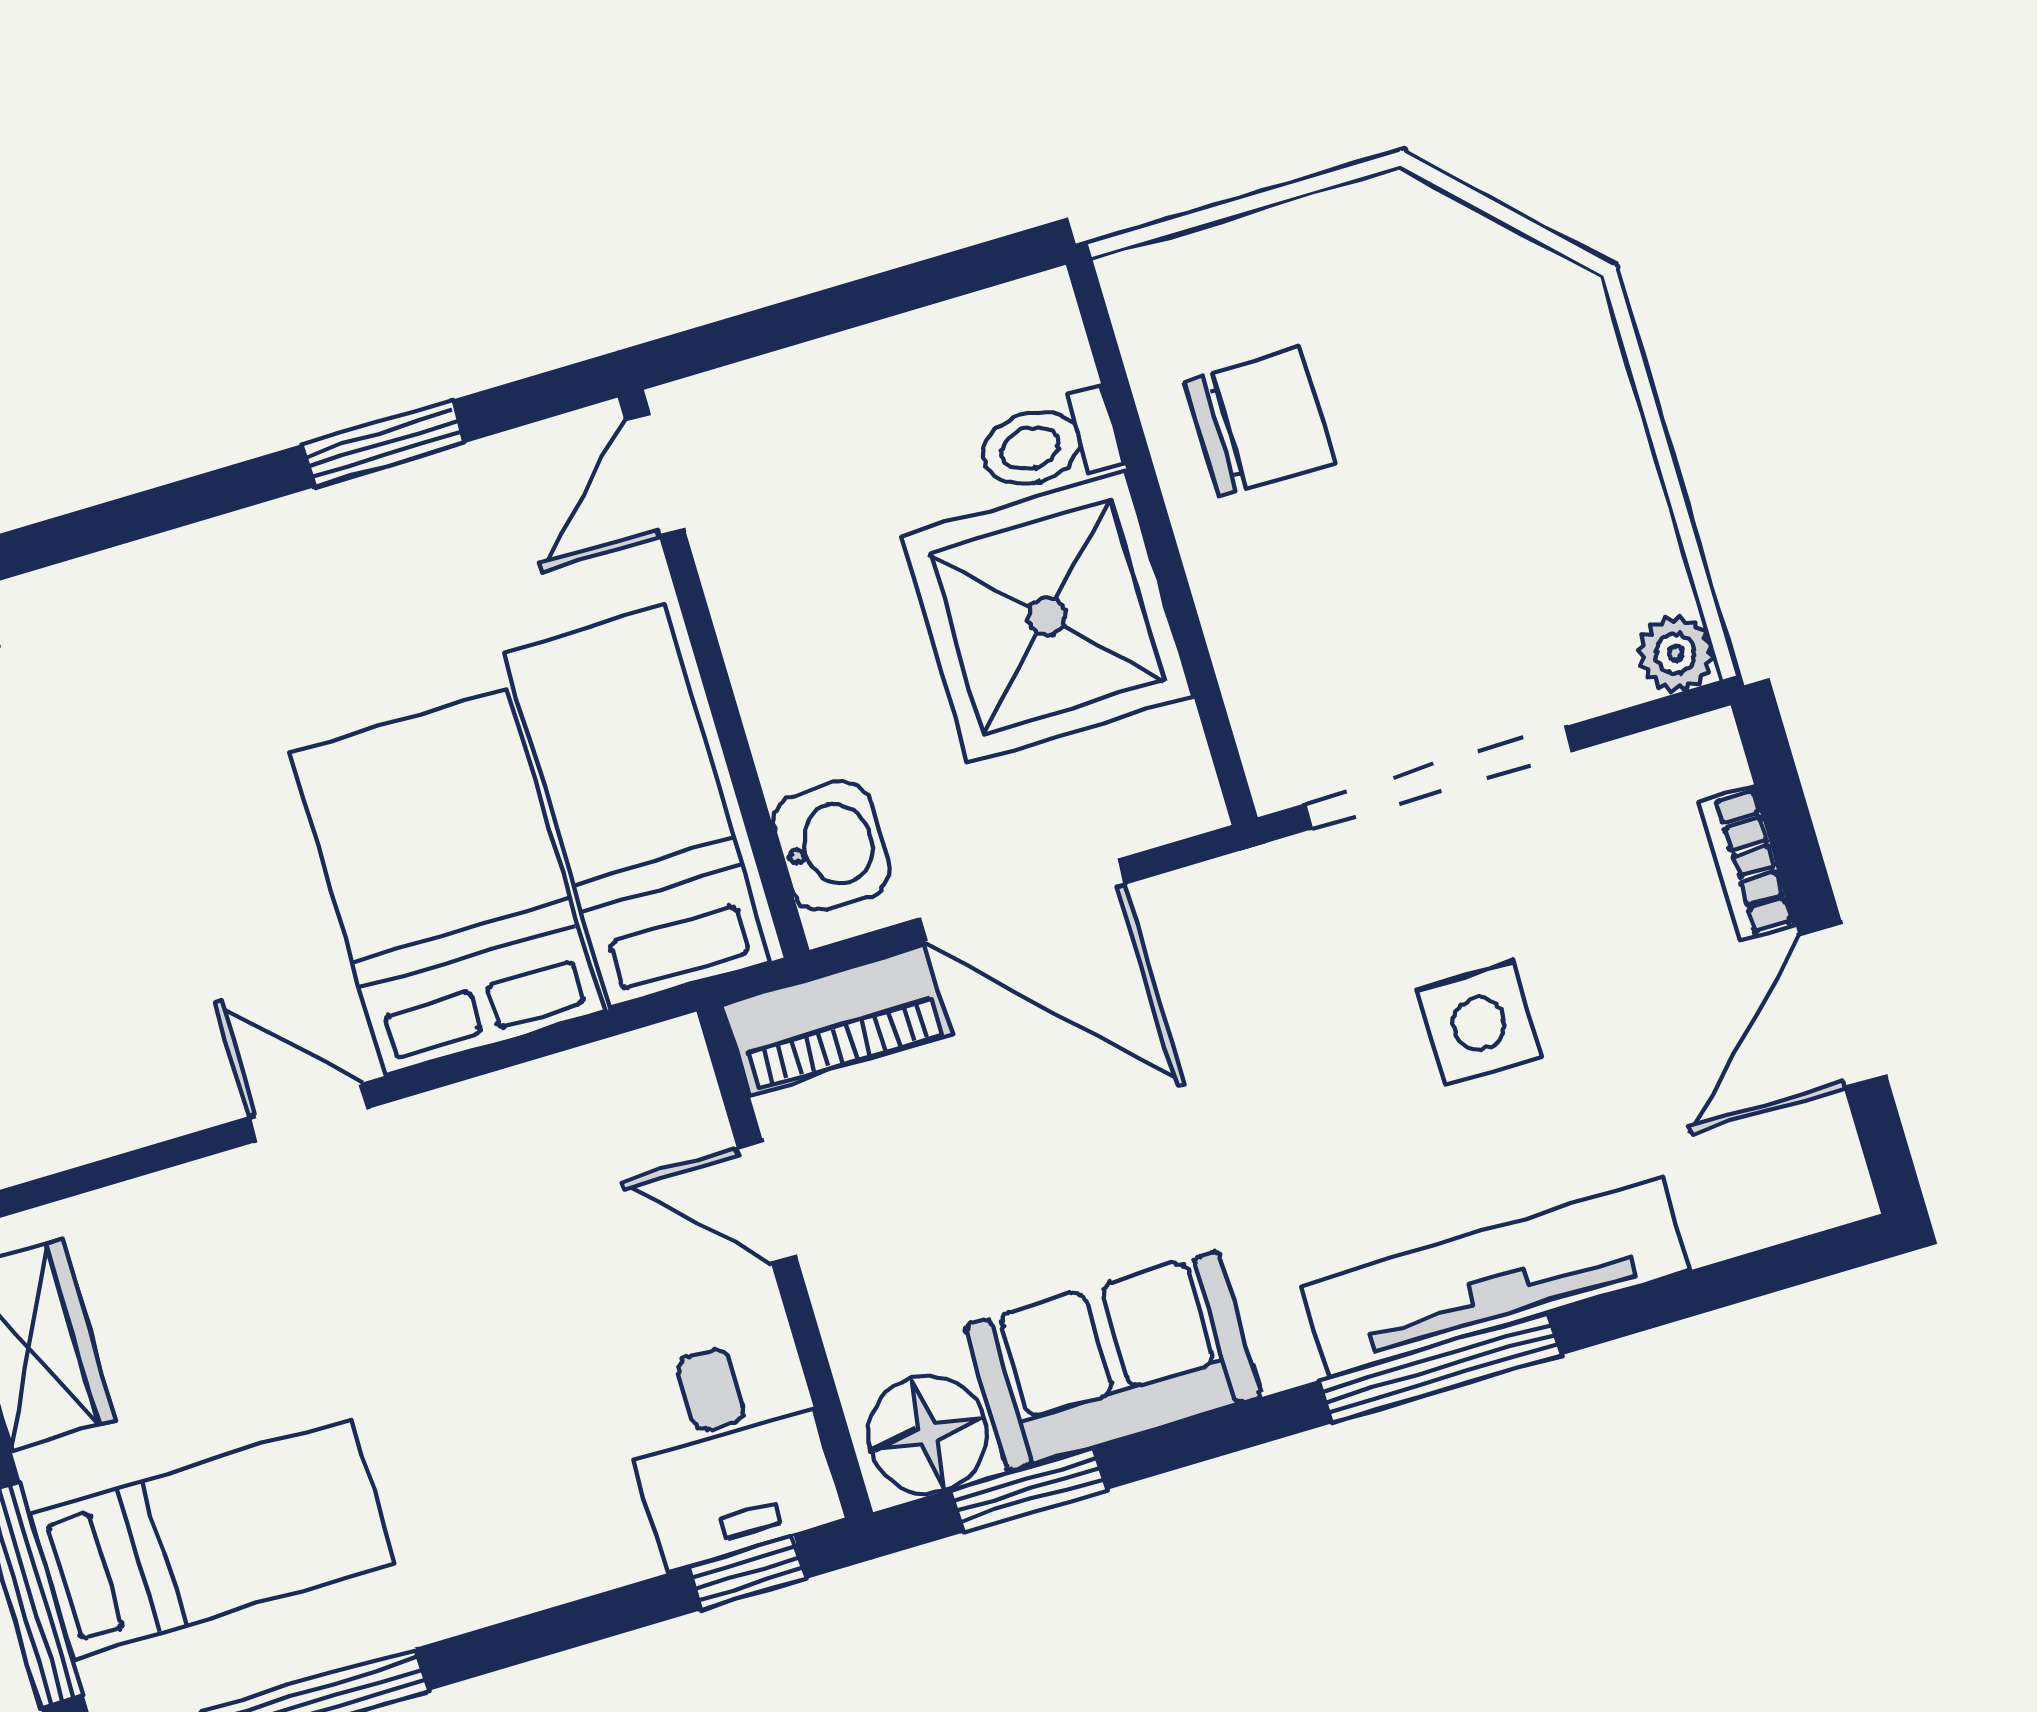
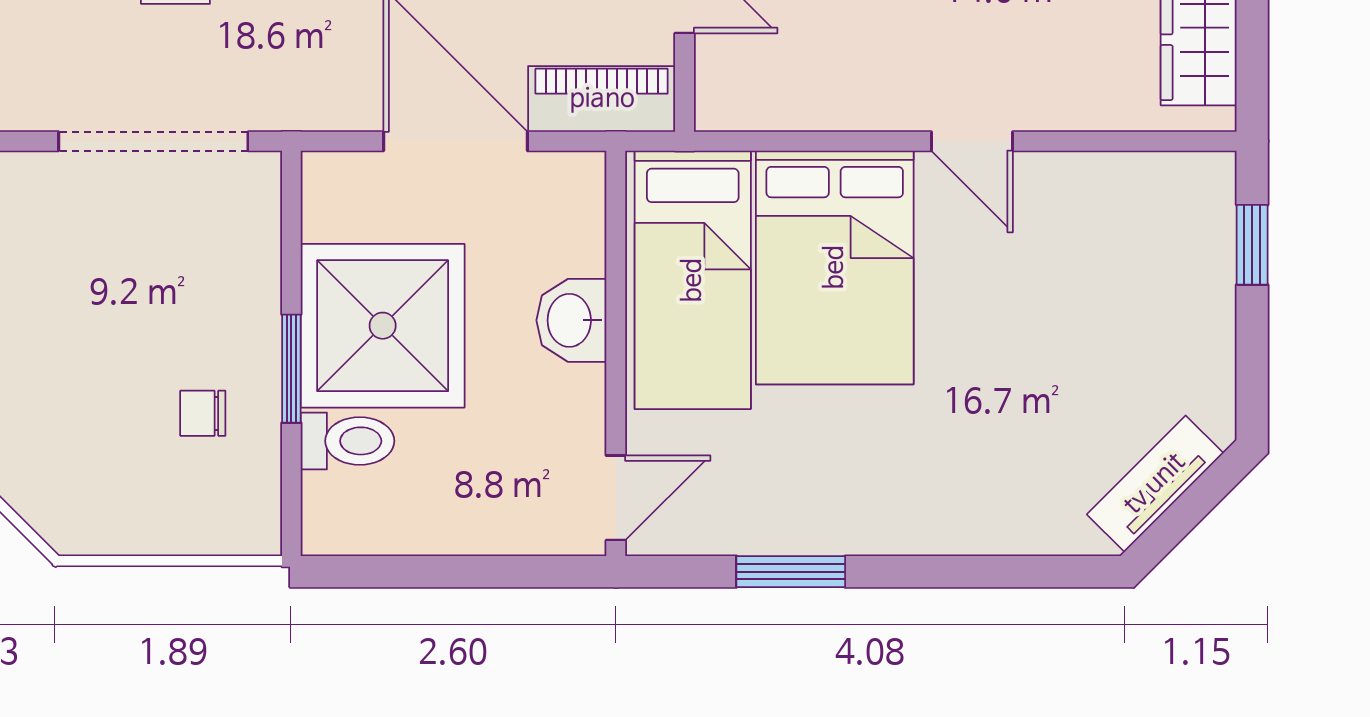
chair: (1260, 422) -> (203, 413), width x0.54, depth x0.54
window: (1155, 520) -> (291, 369), added
washbasin: (832, 846) -> (571, 320), moved

